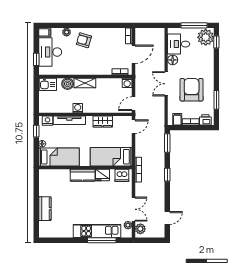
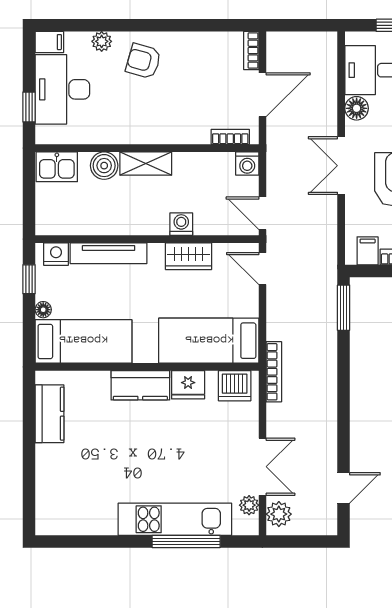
door: (133, 104) -> (262, 213), hinge flipped
washing machine: (78, 108) -> (181, 224), moved
door: (133, 127) -> (262, 269), swing flipped
window: (167, 175) -> (344, 384), removed
kitchen counter: (45, 209) -> (50, 414), moved

